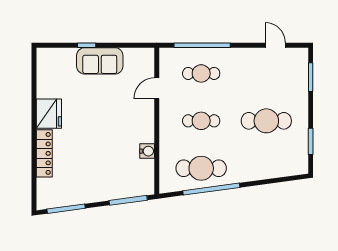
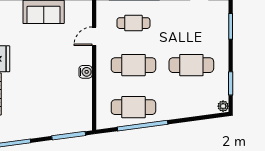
cafe table: (201, 121) -> (133, 65), width x1.37, depth x1.35
water cooler: (147, 151) -> (86, 72), moved
plant: (302, 167) -> (223, 106), added

